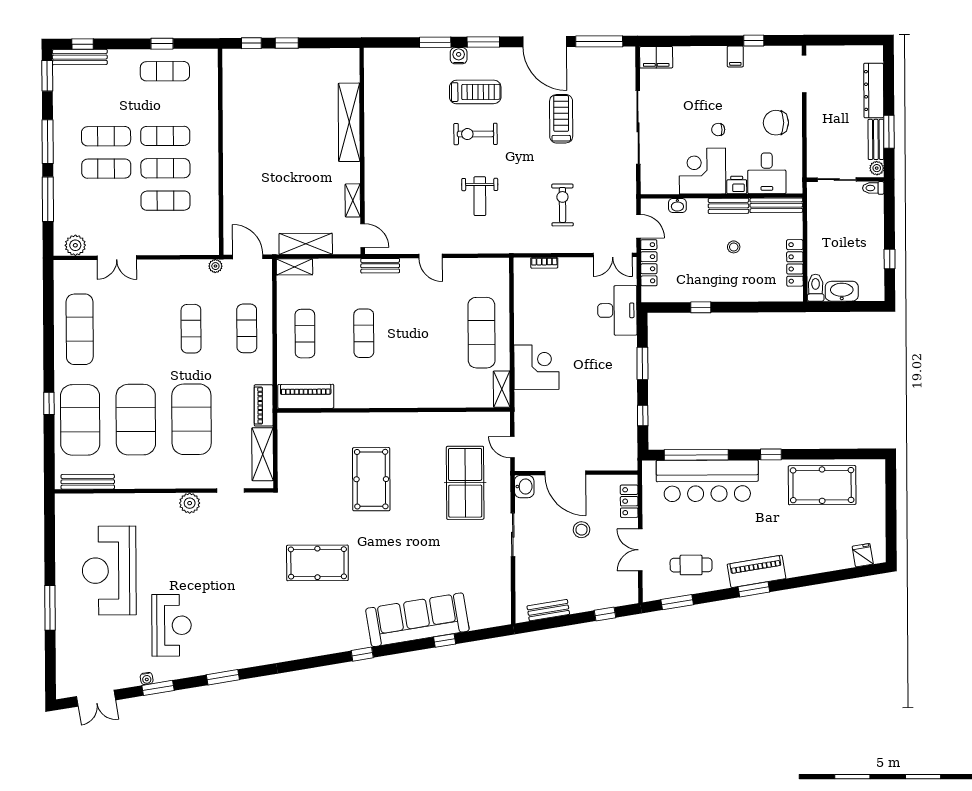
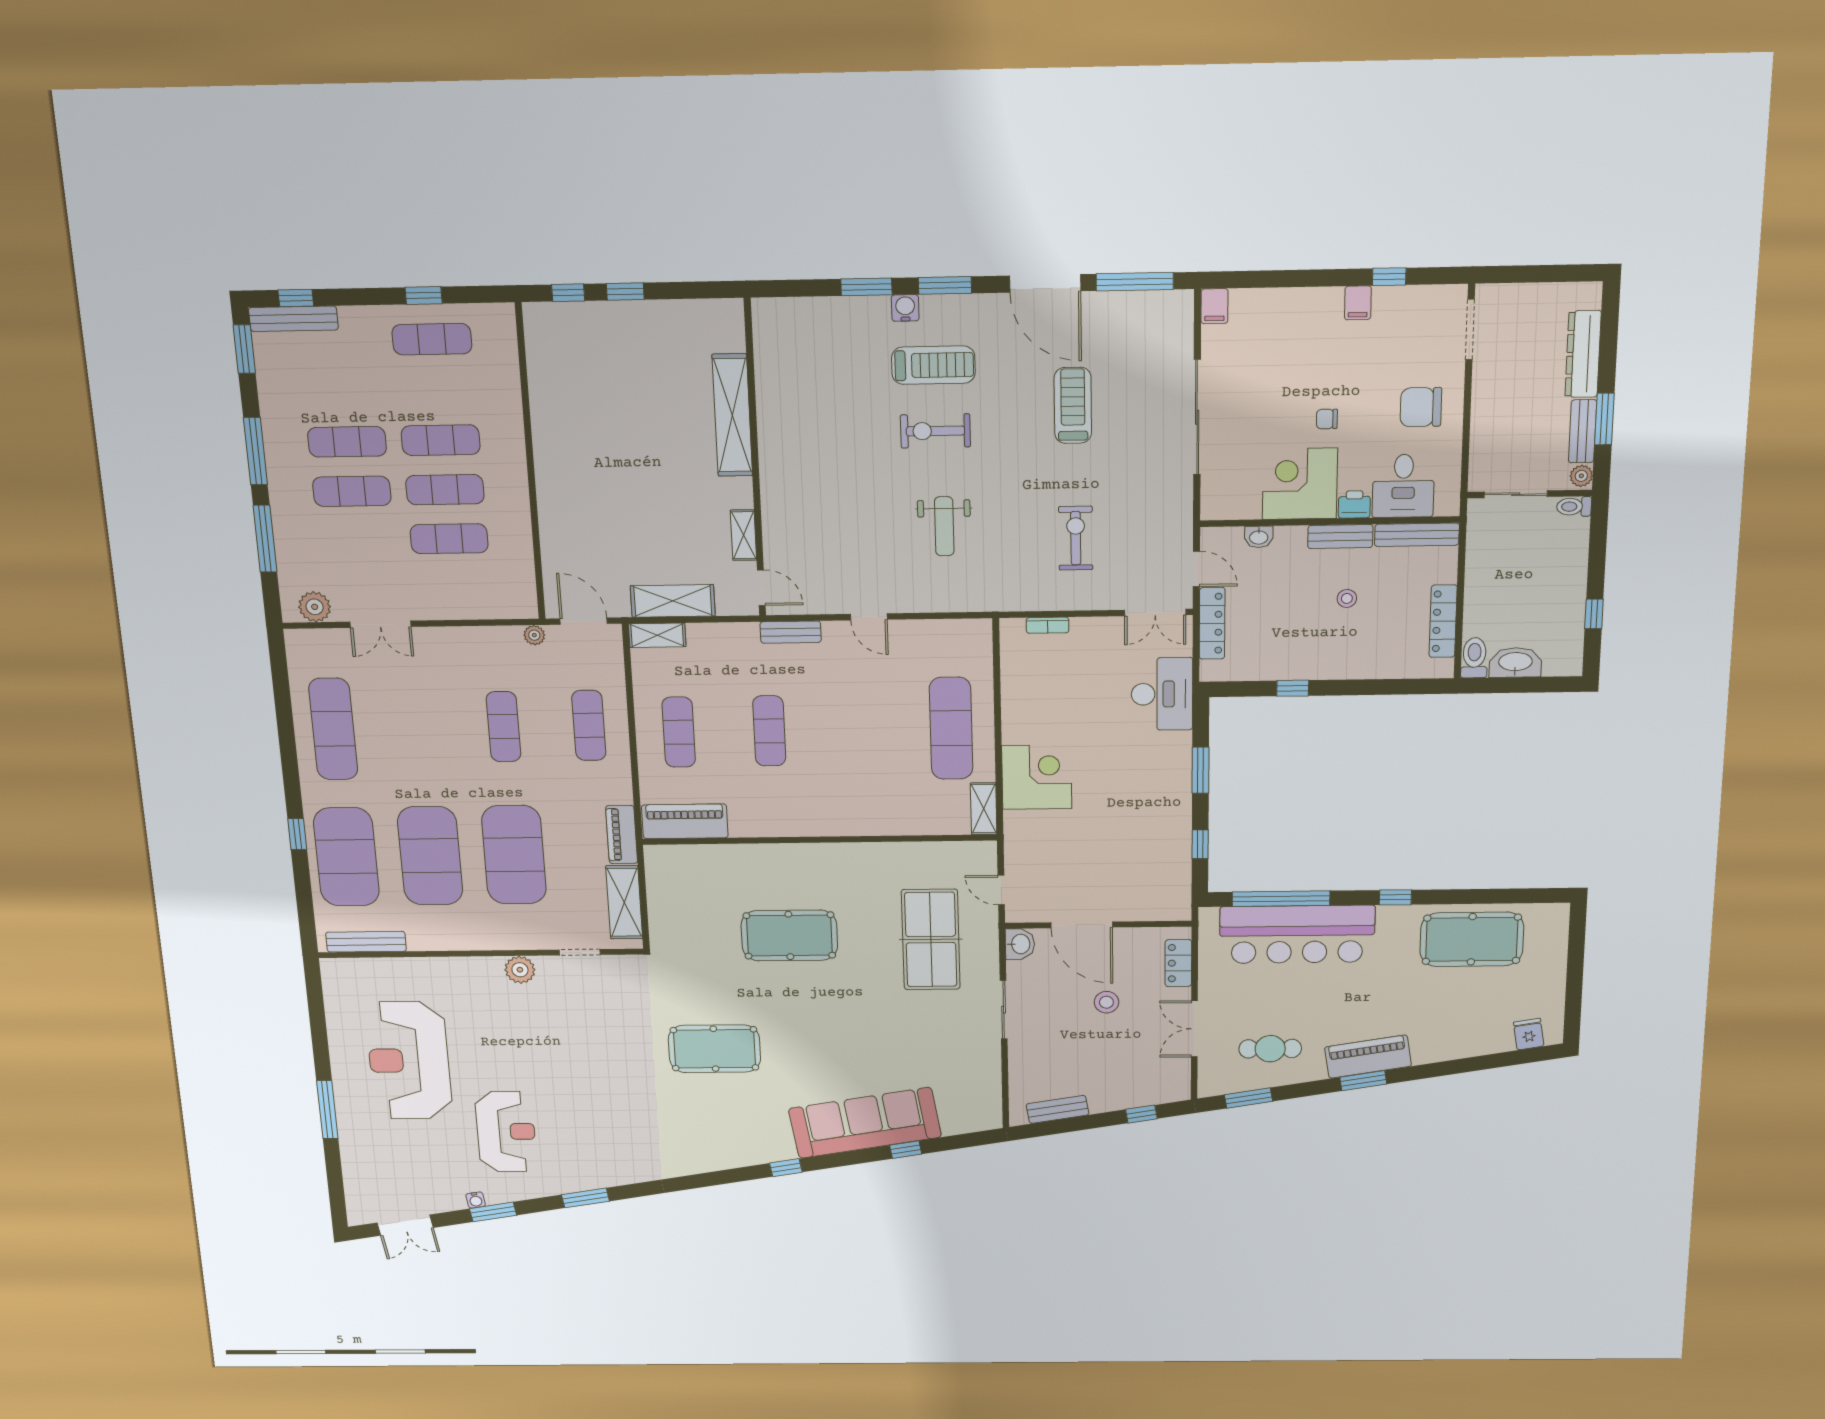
filing cabinet: (656, 57) -> (1214, 306), width x0.50
pool table: (371, 479) -> (789, 935), turned 90

